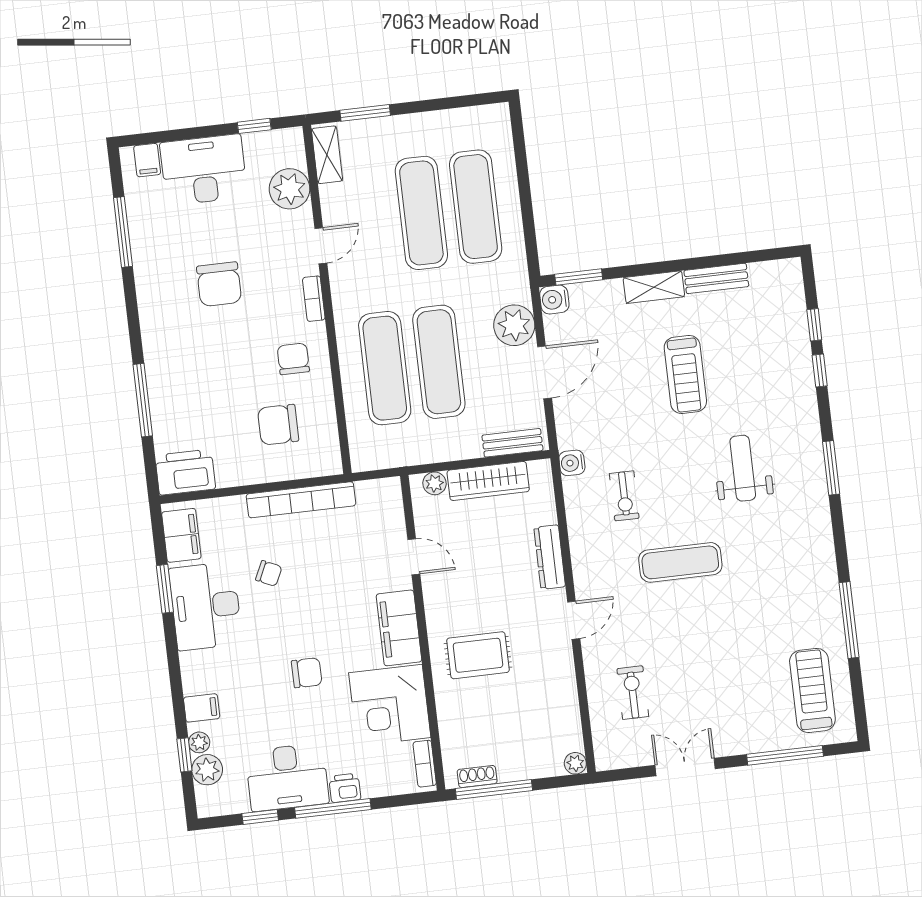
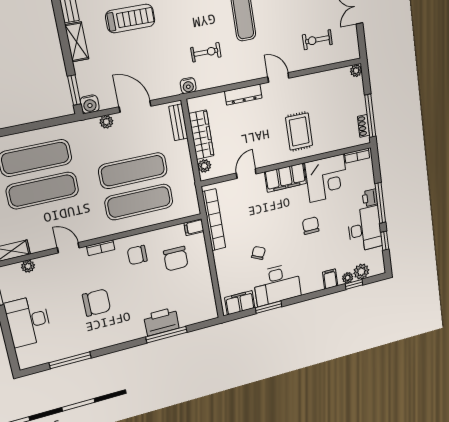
filing cabinet: (147, 160) -> (194, 227), moved, turned 180
plant: (290, 189) -> (28, 266), width x0.53, depth x0.53
plant: (514, 325) -> (106, 122), width x0.53, depth x0.53
printer: (185, 472) -> (161, 322), moved, turned 90
bookcase: (301, 500) -> (214, 220), moved

